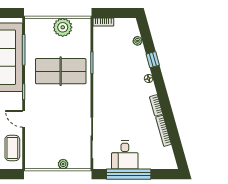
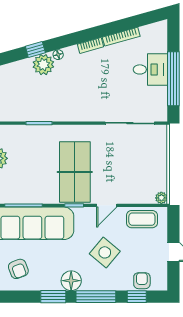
plant: (138, 41) -> (43, 65), moved, width x1.88, depth x1.88
table tennis table: (61, 71) -> (75, 172), moved
desk: (125, 155) -> (150, 69), moved
plant: (63, 164) -> (161, 198), moved

